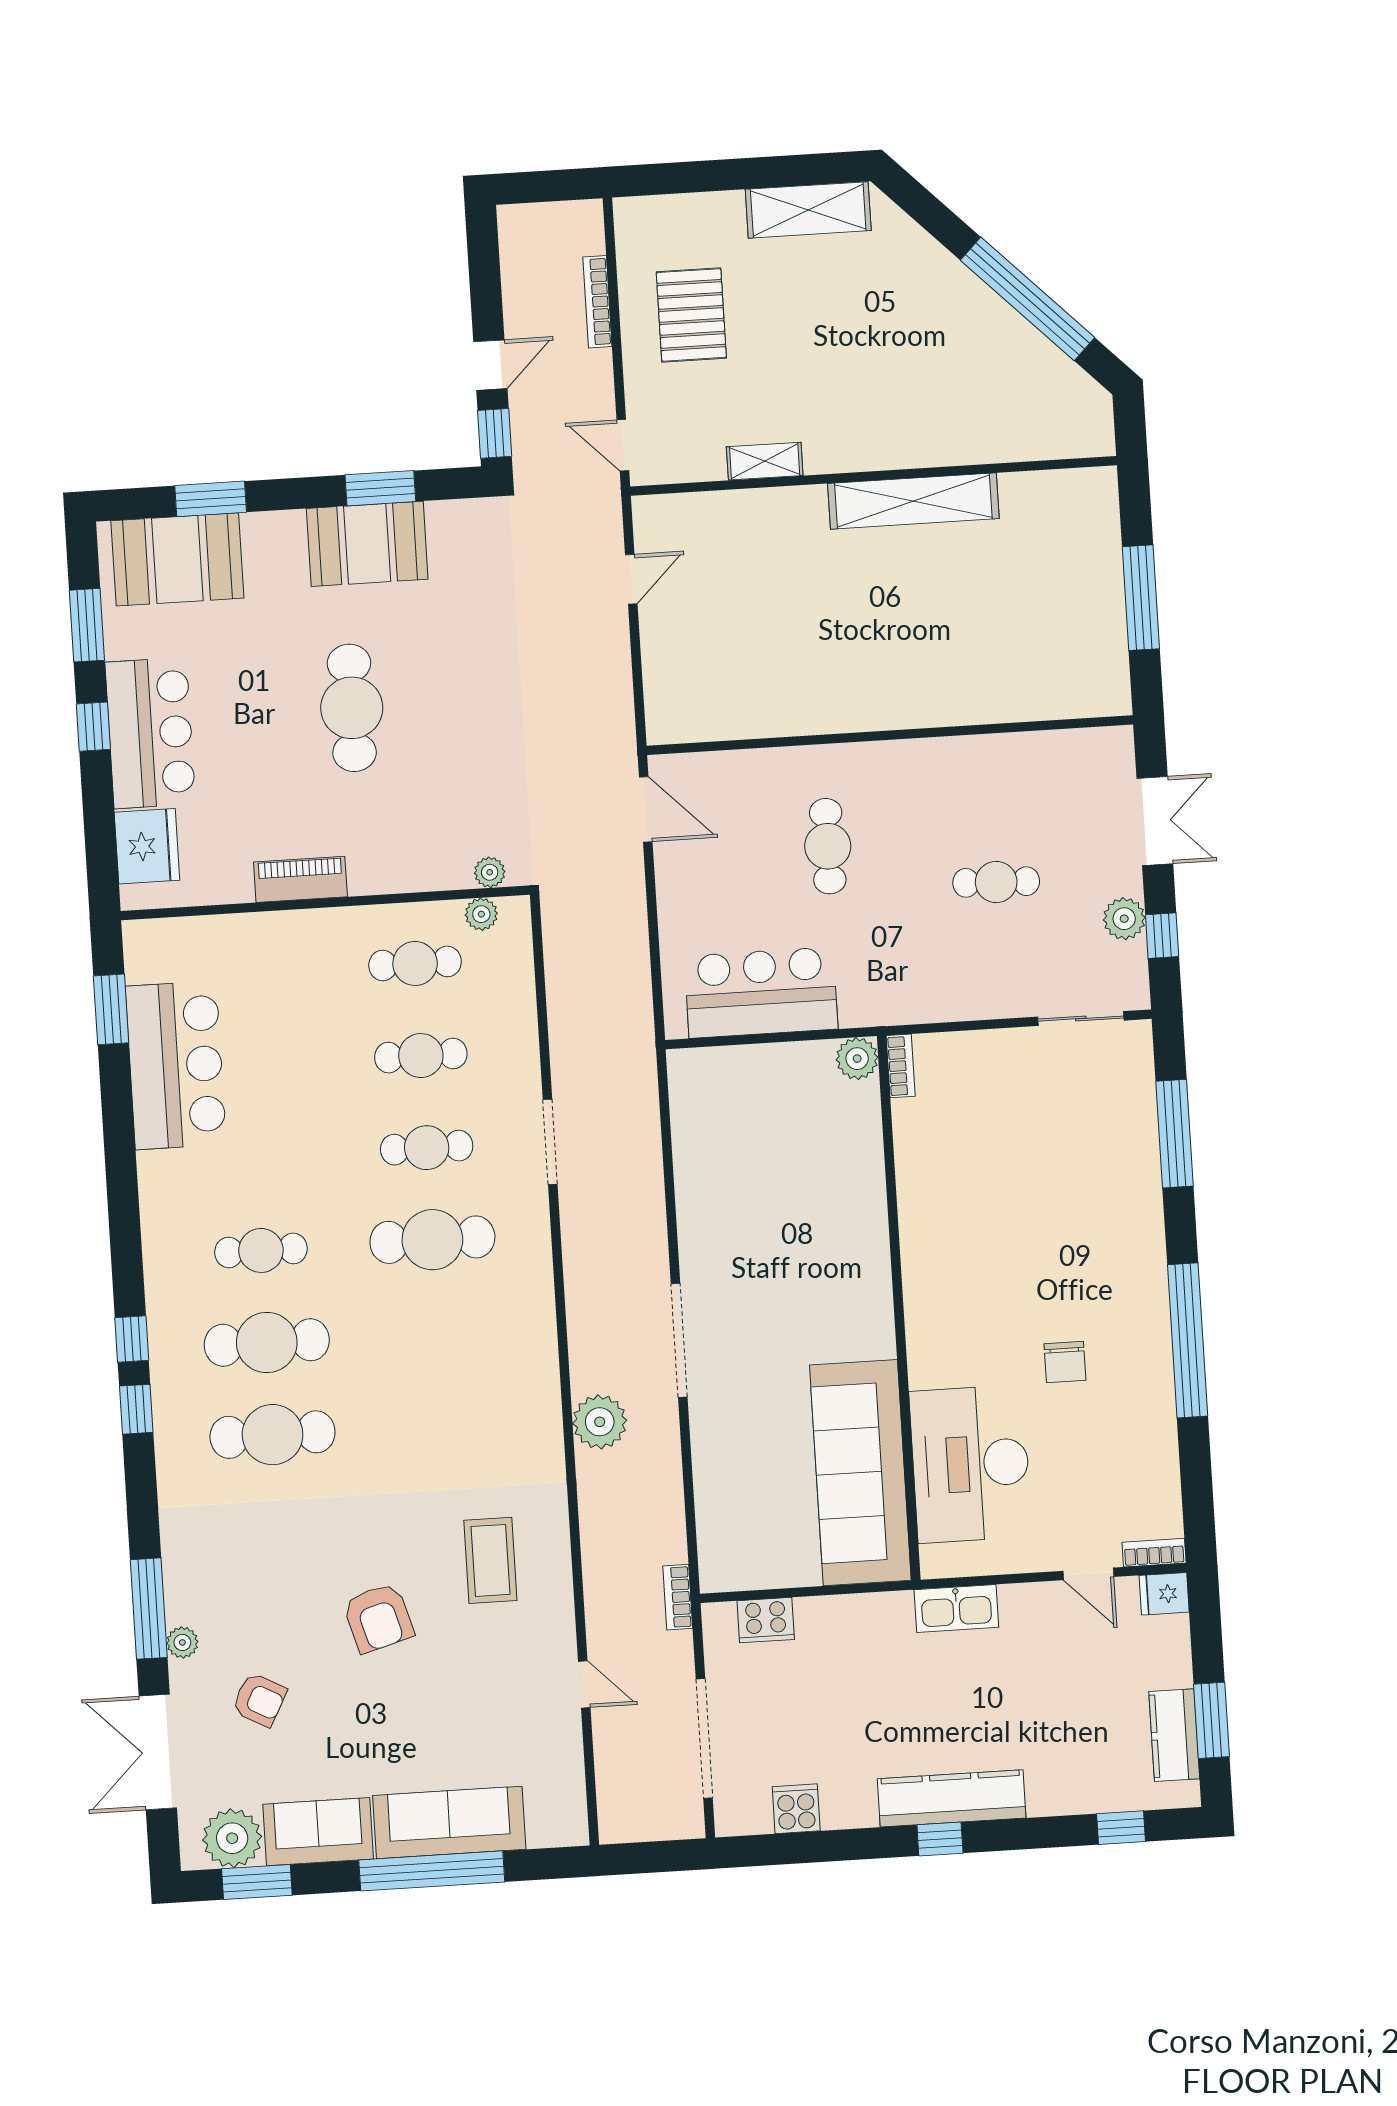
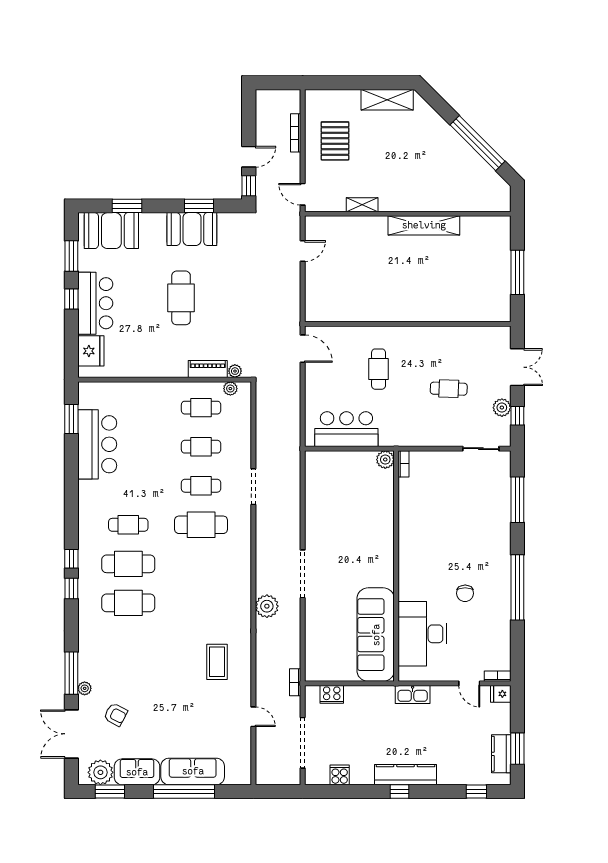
piano: (300, 879) -> (208, 369), moved
armchair: (378, 1618) -> (168, 683), removed

